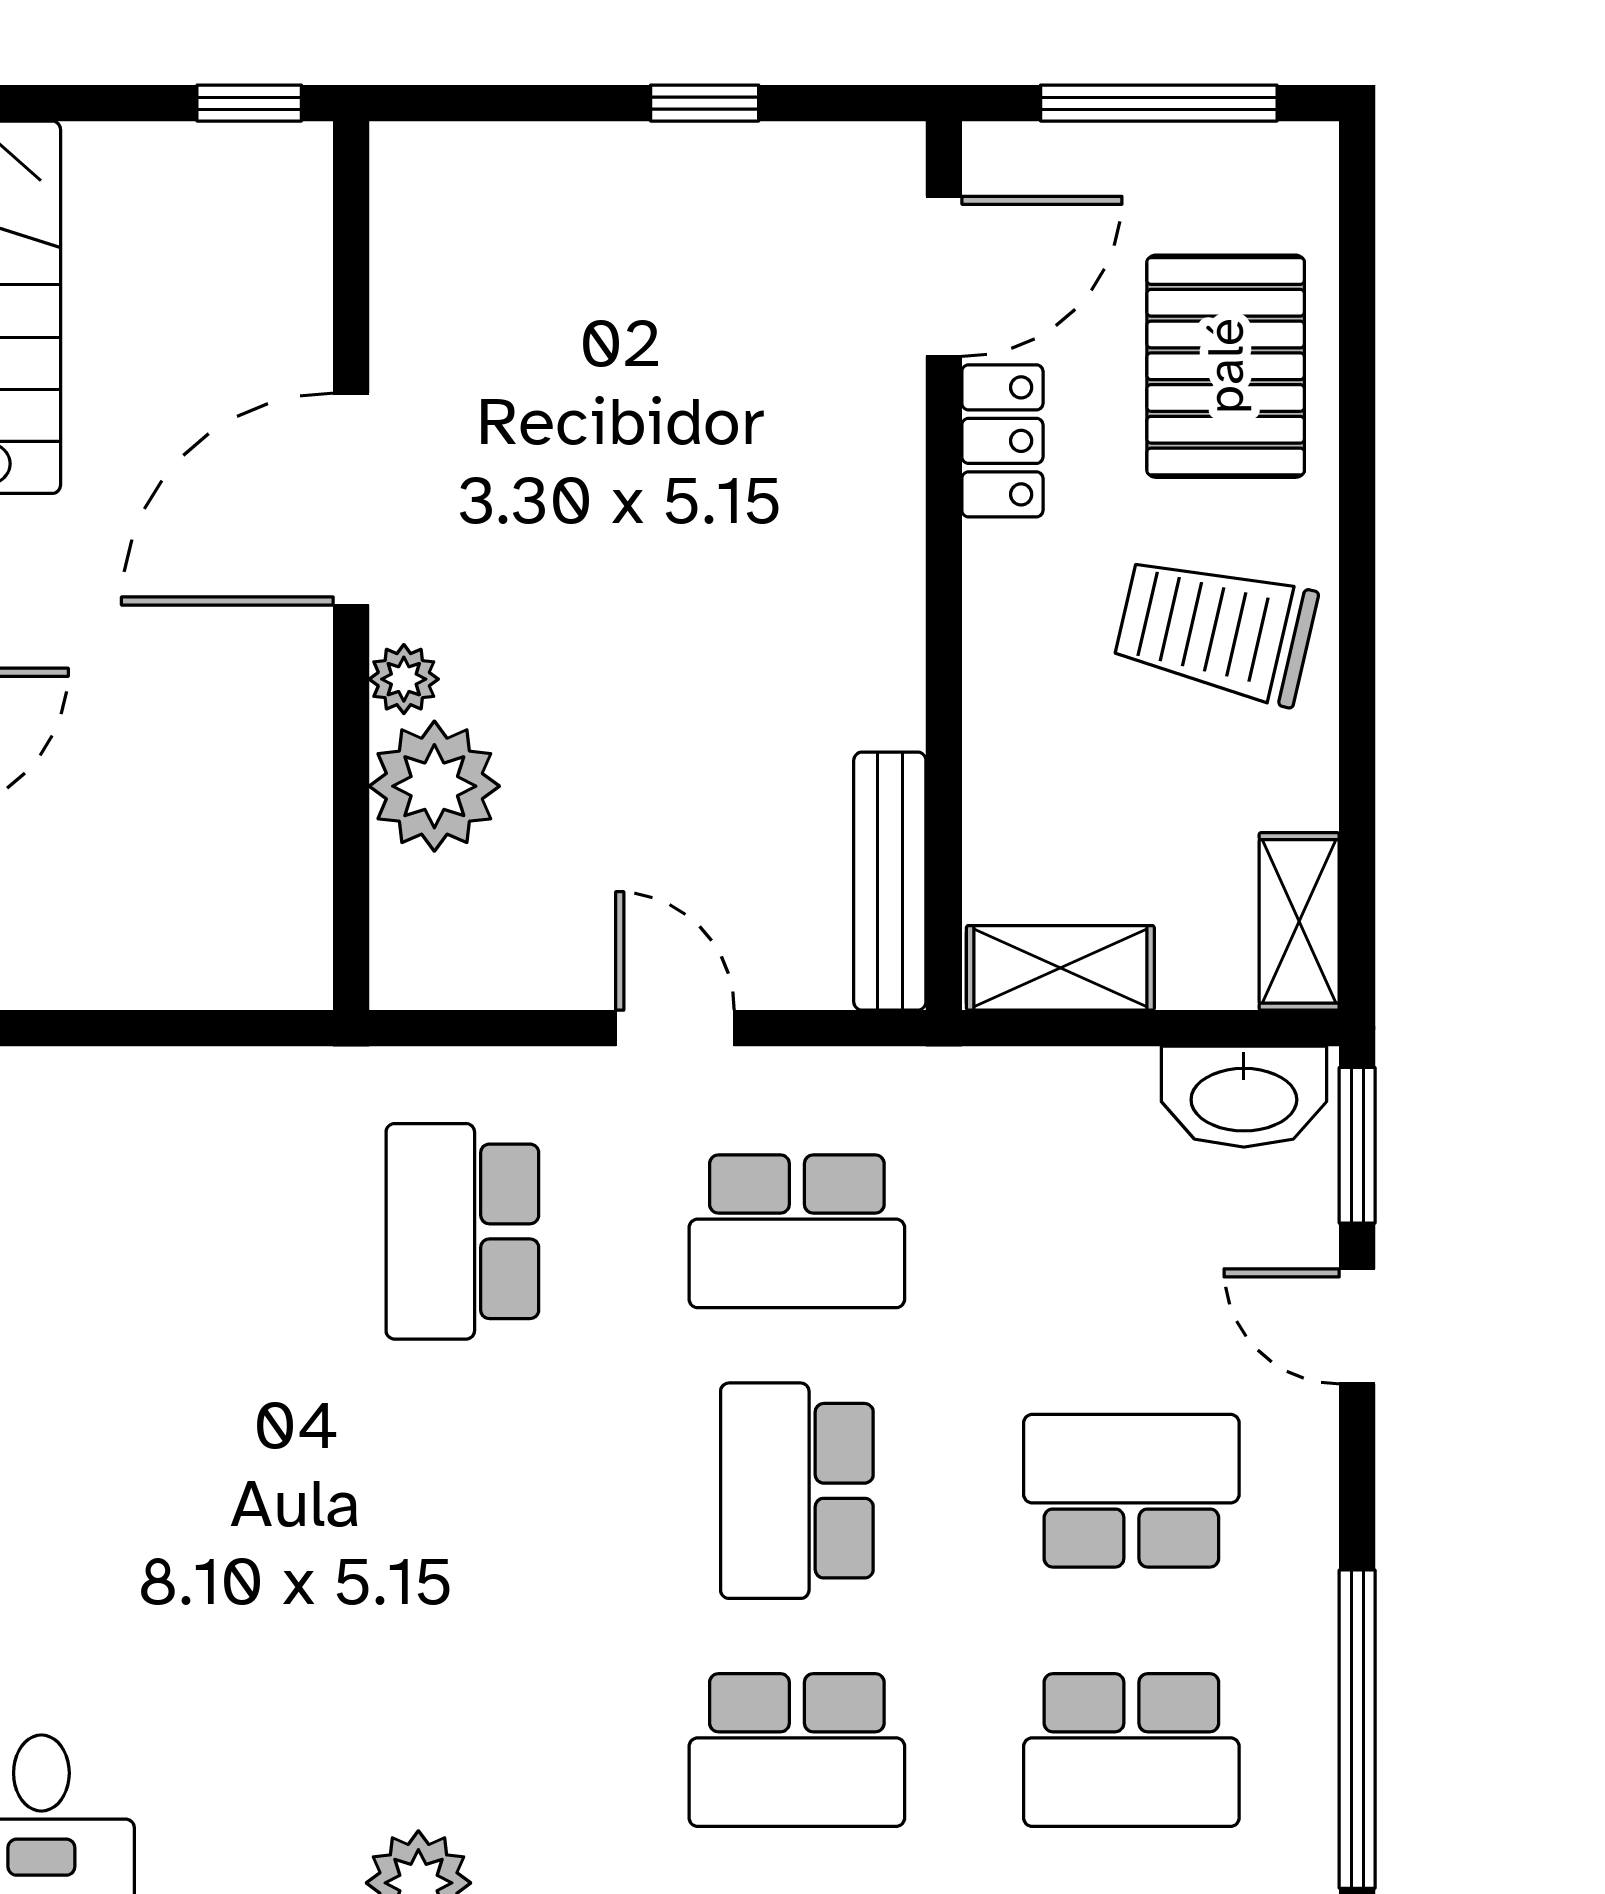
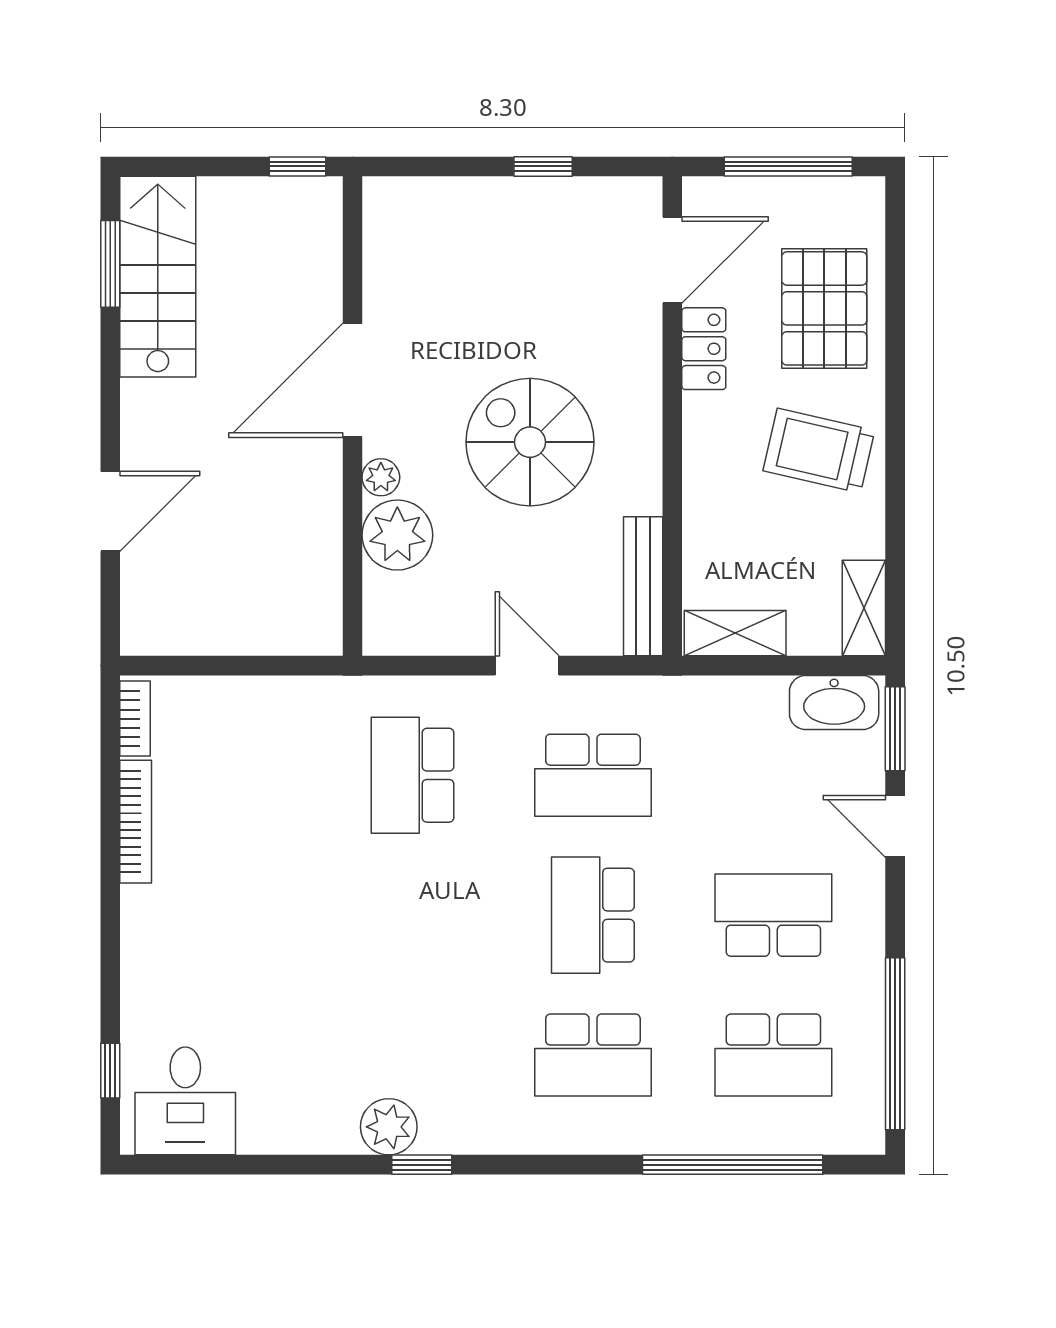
spiral stairs: (680, 614) -> (530, 442), added

